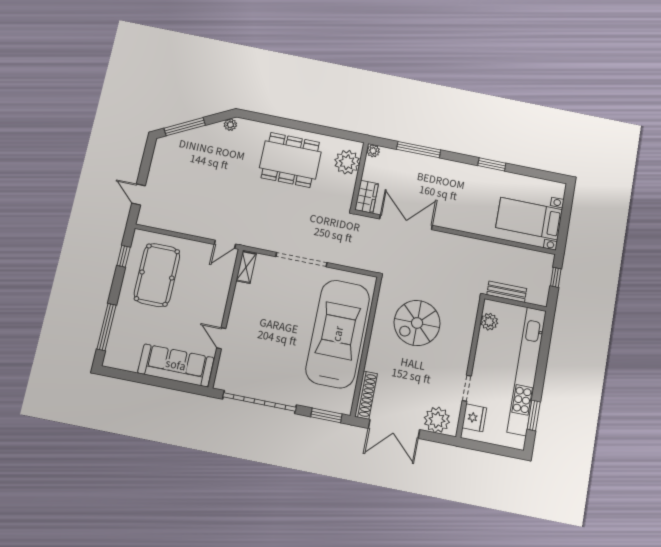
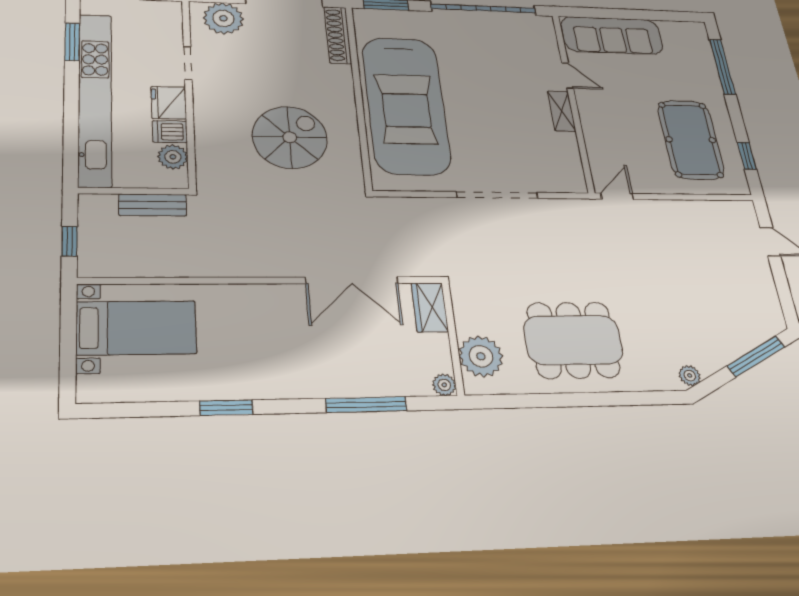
shelving: (246, 267) -> (562, 111), moved
dishwasher: (487, 340) -> (170, 132), added
fridge: (474, 418) -> (169, 103), moved

